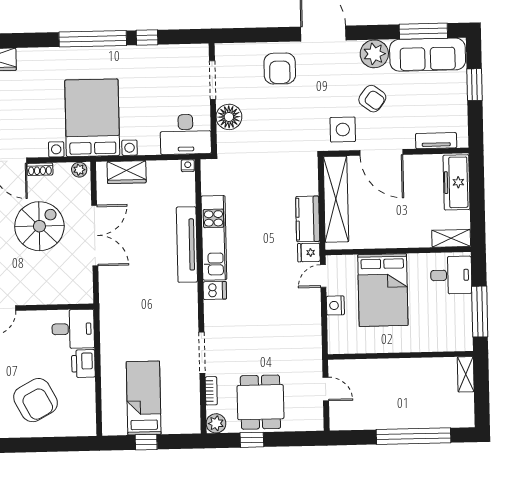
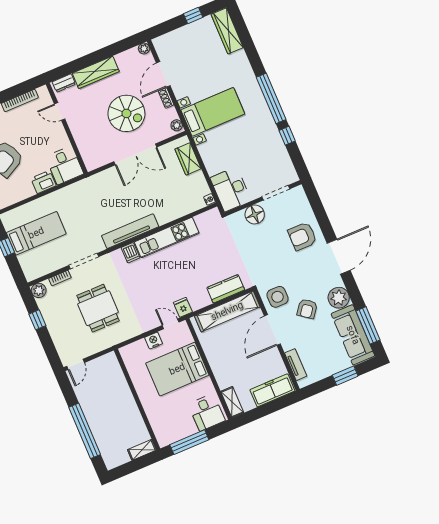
bed with nightstands: (92, 118) -> (213, 112), width x0.73
kitchen counter: (308, 219) -> (226, 289), moved
tv unit: (187, 245) -> (130, 231), moved
door: (326, 389) -> (76, 364), moved
dining table: (260, 402) -> (98, 308), moved, turned 90

